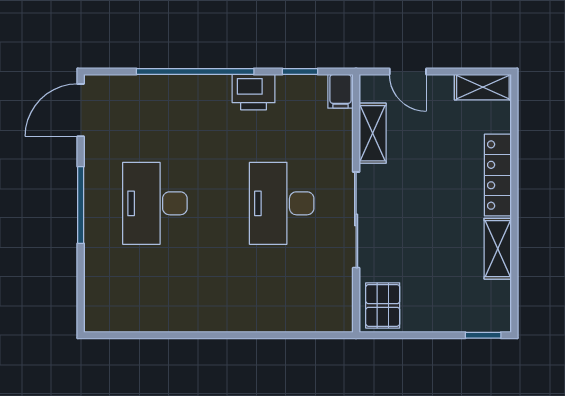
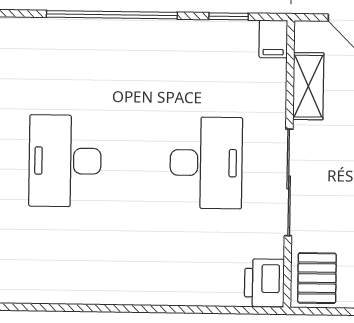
printer: (254, 92) -> (264, 283), moved, turned 90
desk: (282, 203) -> (206, 163), turned 180

